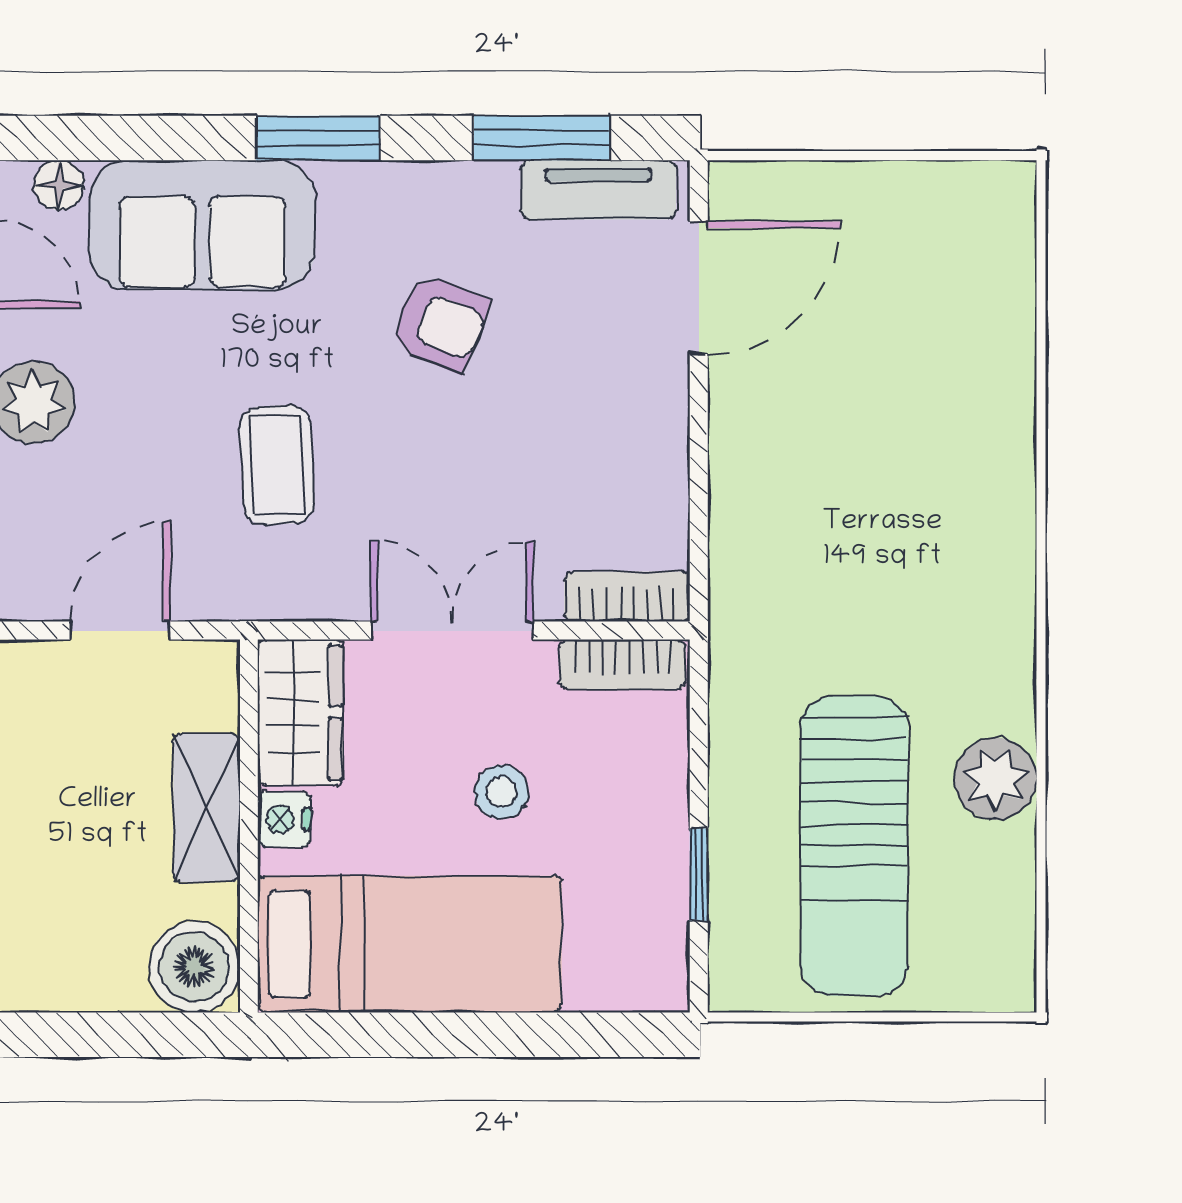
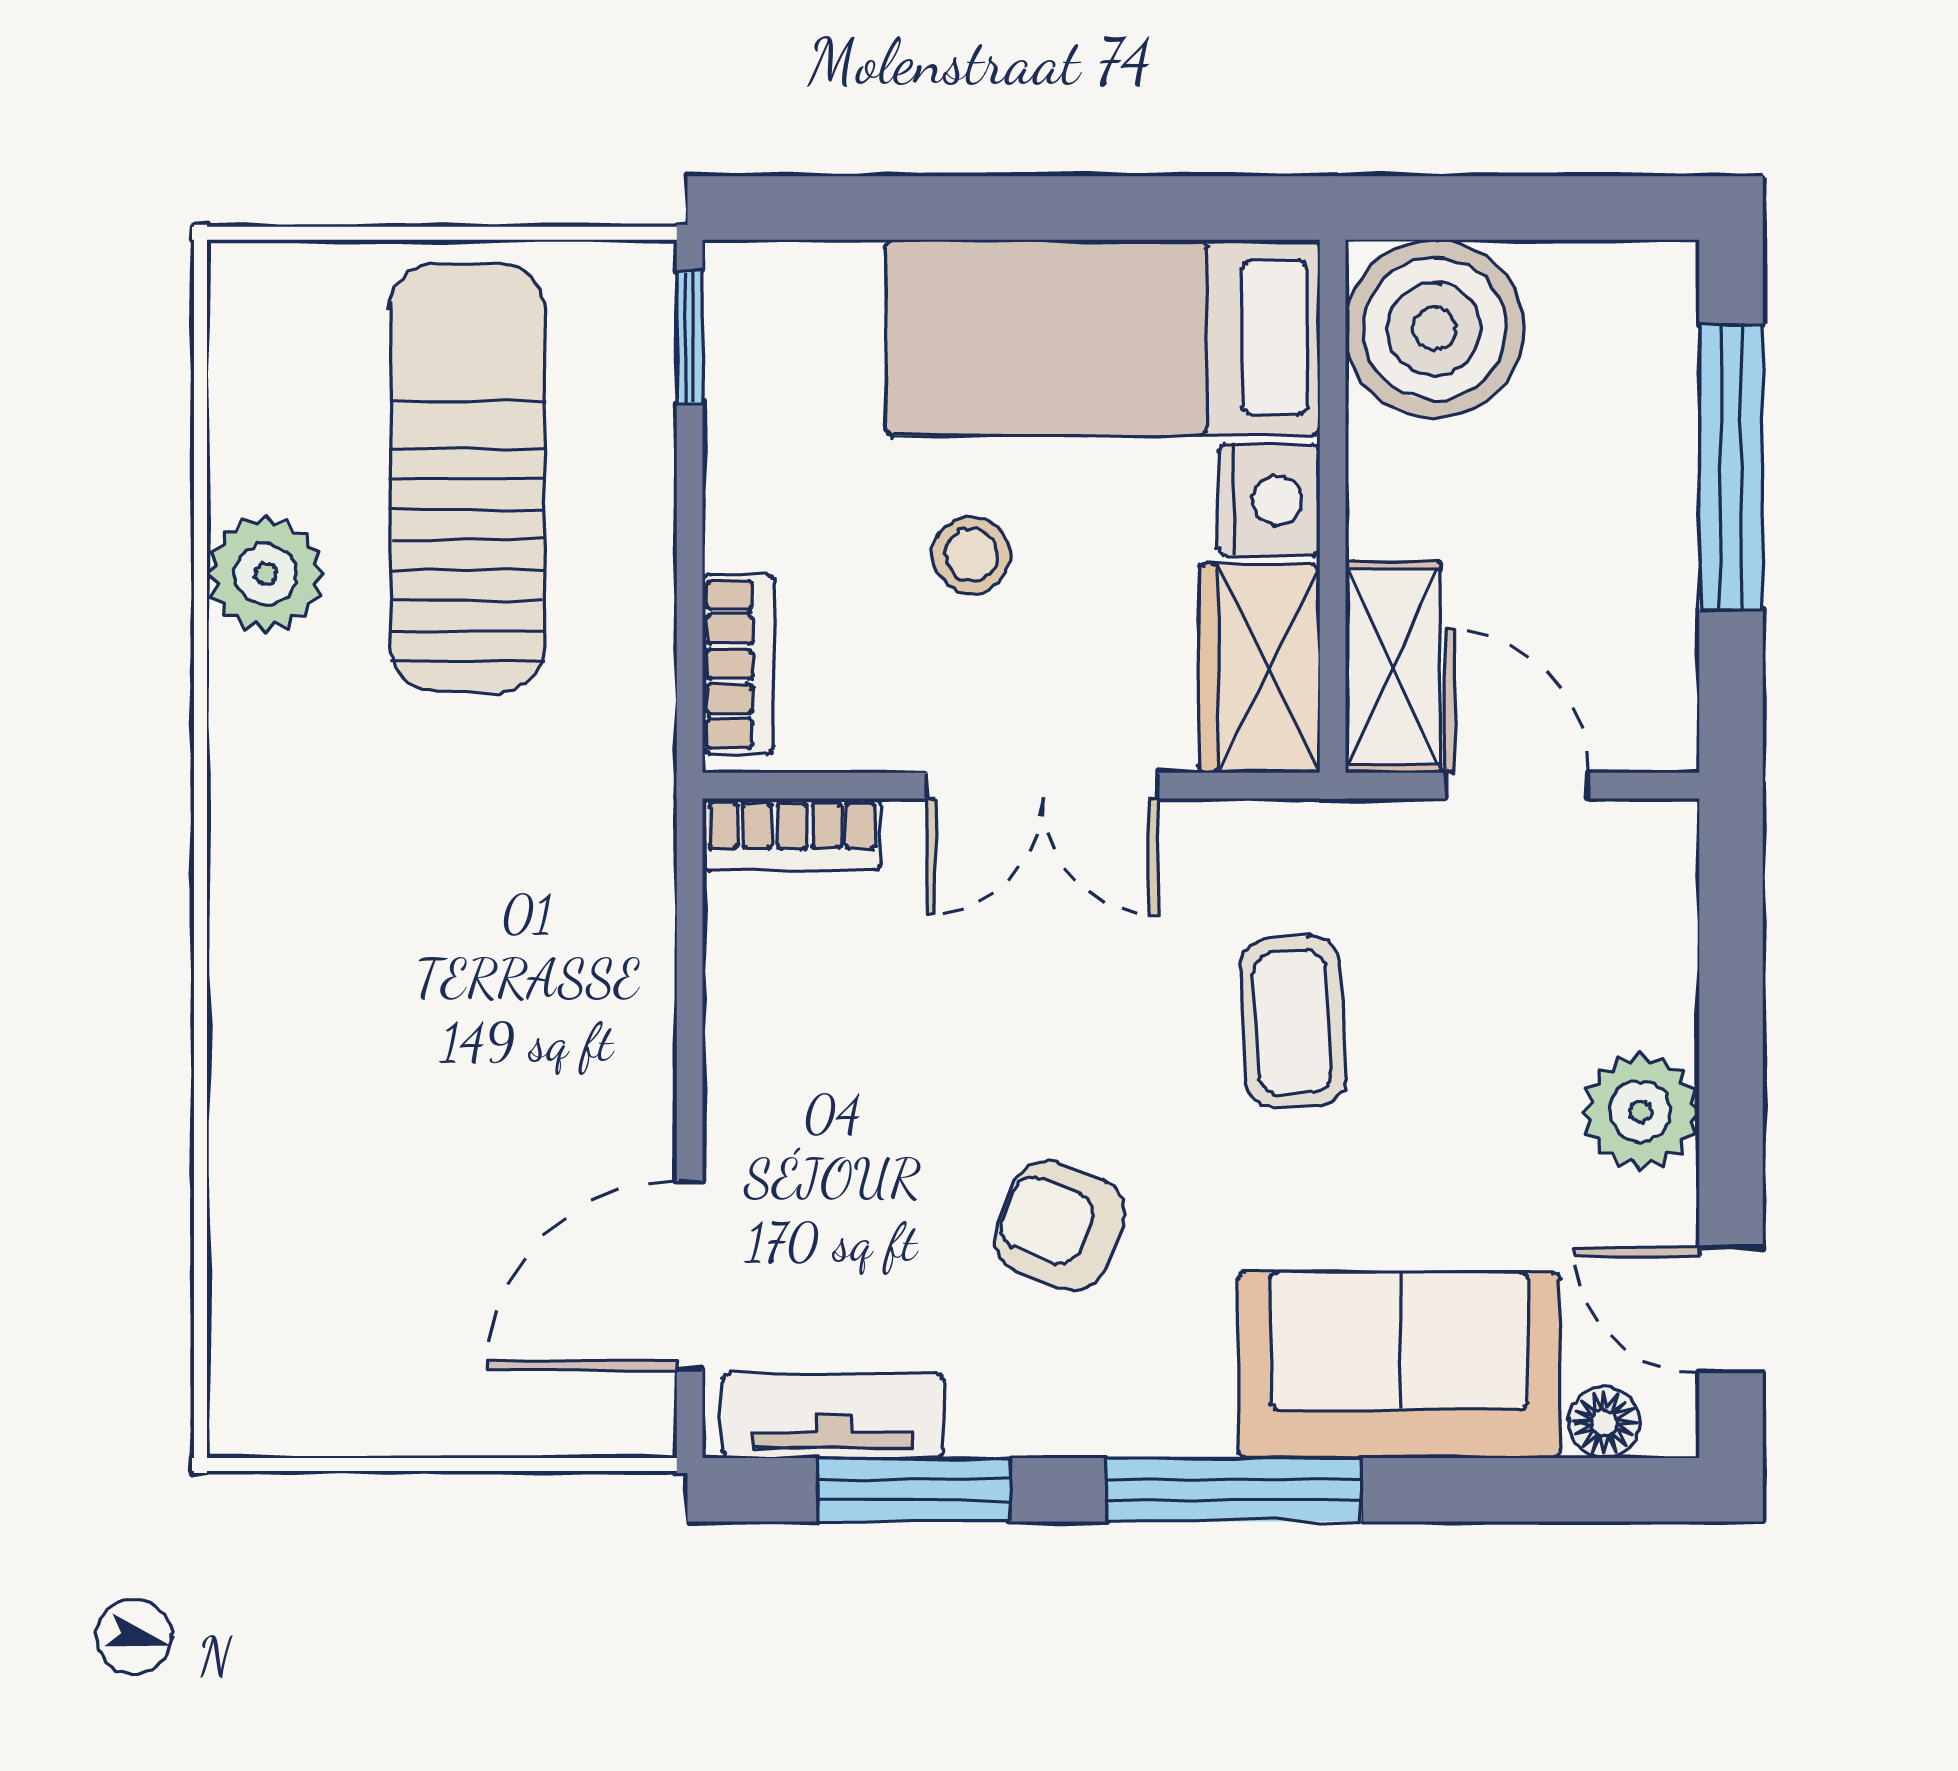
window: (318, 138) -> (1234, 1490), width x1.44
door: (120, 631) -> (1517, 786), swing flipped
bookcase: (622, 664) -> (738, 664), moved, turned 90
shelving: (207, 808) -> (1393, 667), moved
nightstand: (284, 819) -> (1269, 500), width x1.39, depth x1.35
window: (699, 875) -> (690, 337), moved
boiler: (194, 967) -> (1434, 329), width x1.37, depth x1.37

